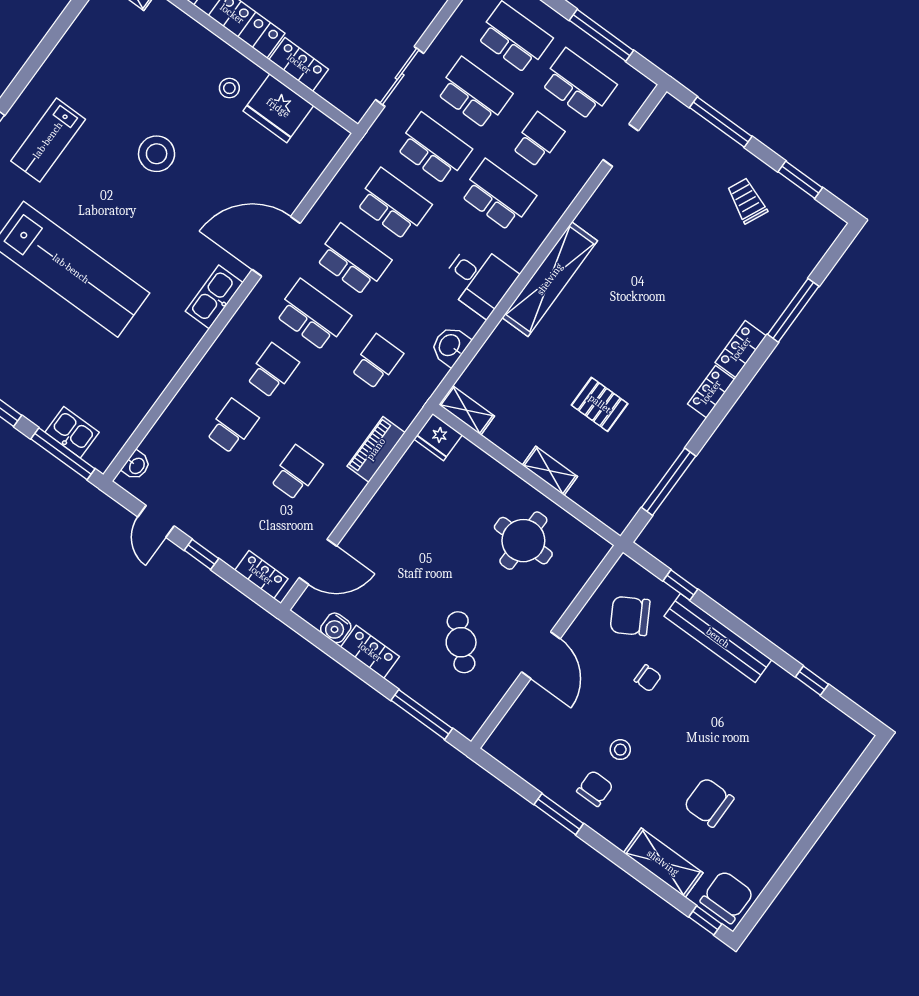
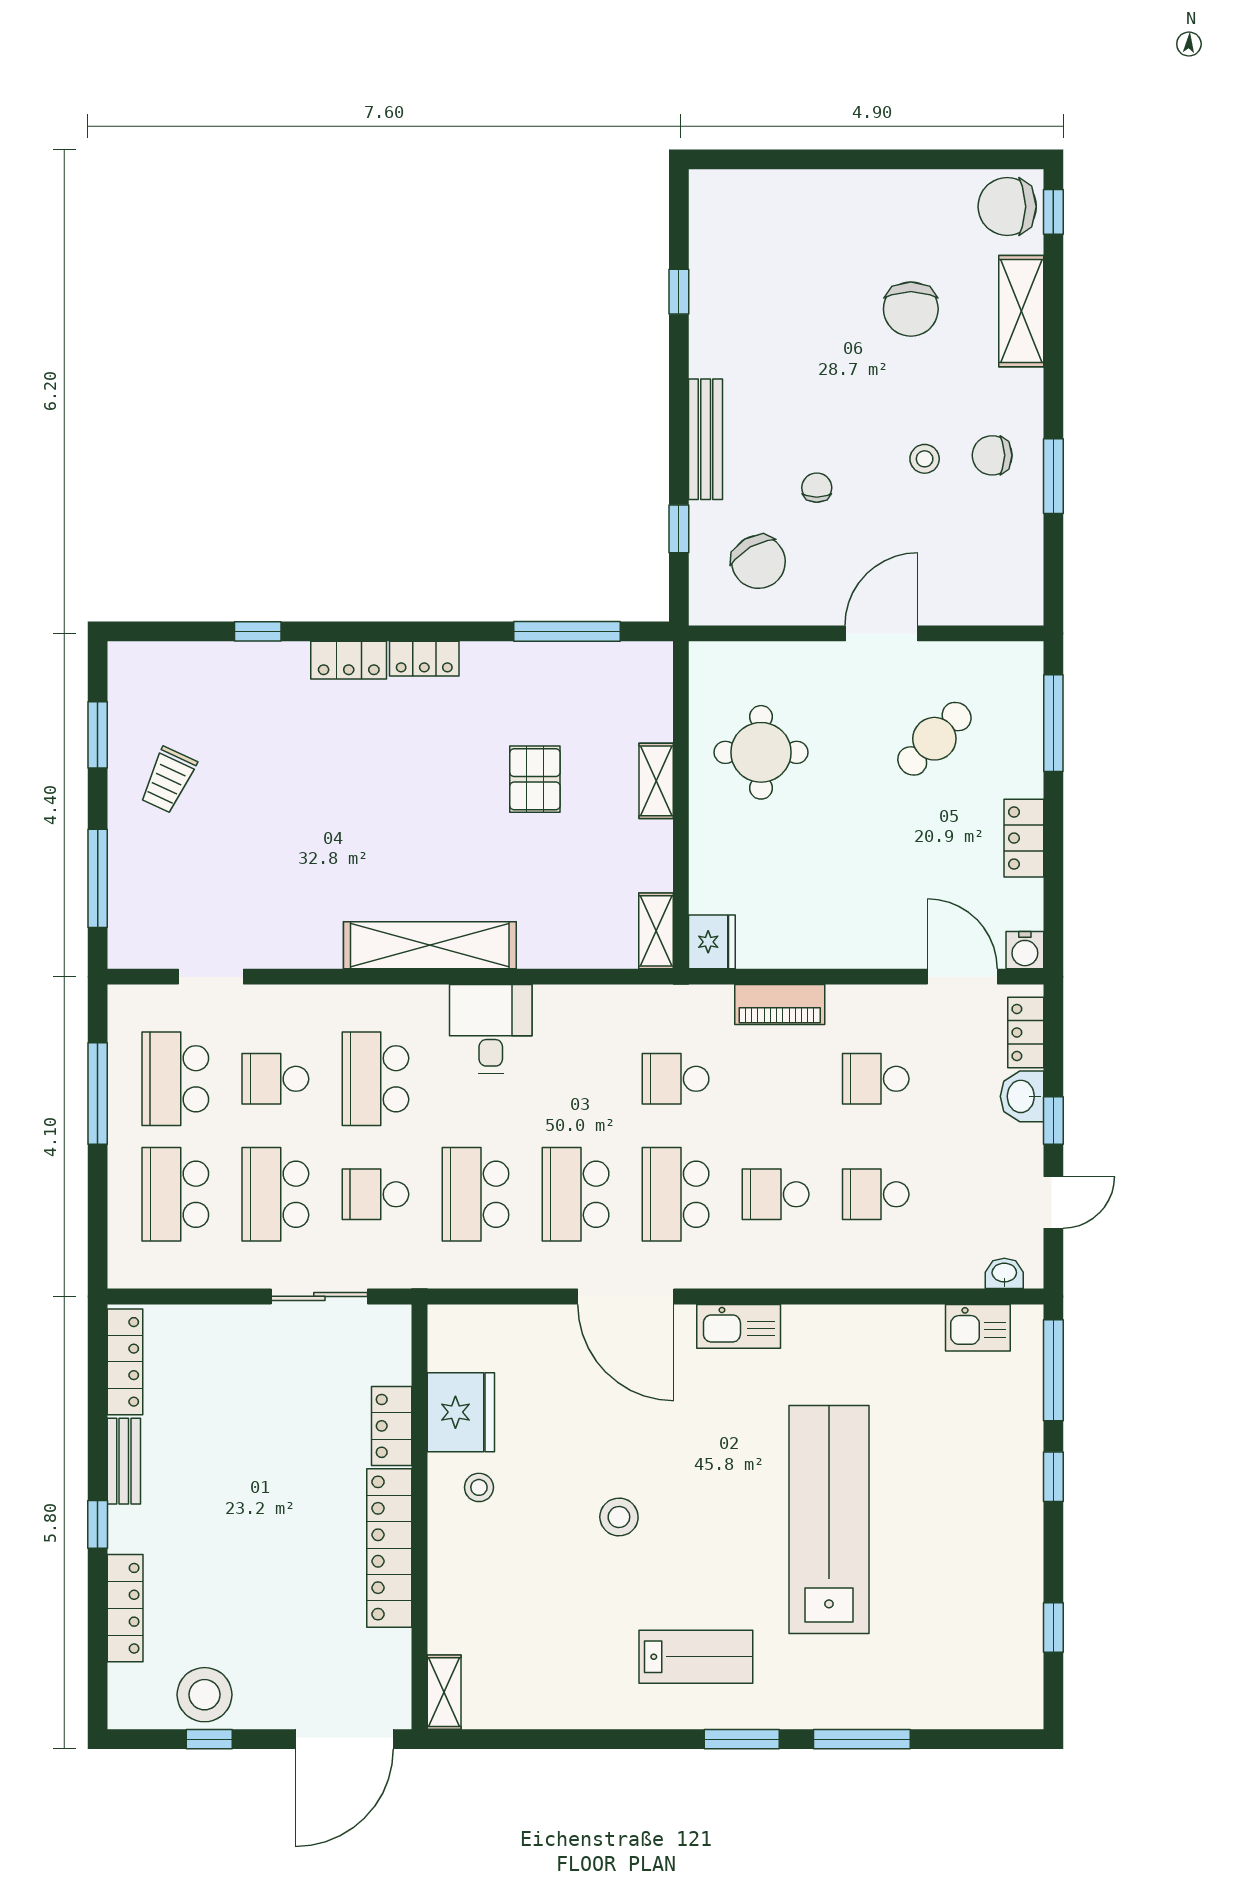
school desk: (434, 149) -> (375, 1194), width x0.54
stool: (157, 154) -> (619, 1517), width x0.73, depth x0.73
window: (793, 310) -> (258, 631), width x0.46
washbasin: (450, 346) -> (1022, 1096), moved, turned 90
kitchen sink: (72, 432) -> (978, 1328), moved, turned -90
water cooler: (336, 628) -> (1025, 950), moved, turned 90
bench: (718, 638) -> (706, 439), width x0.73, depth x0.82

